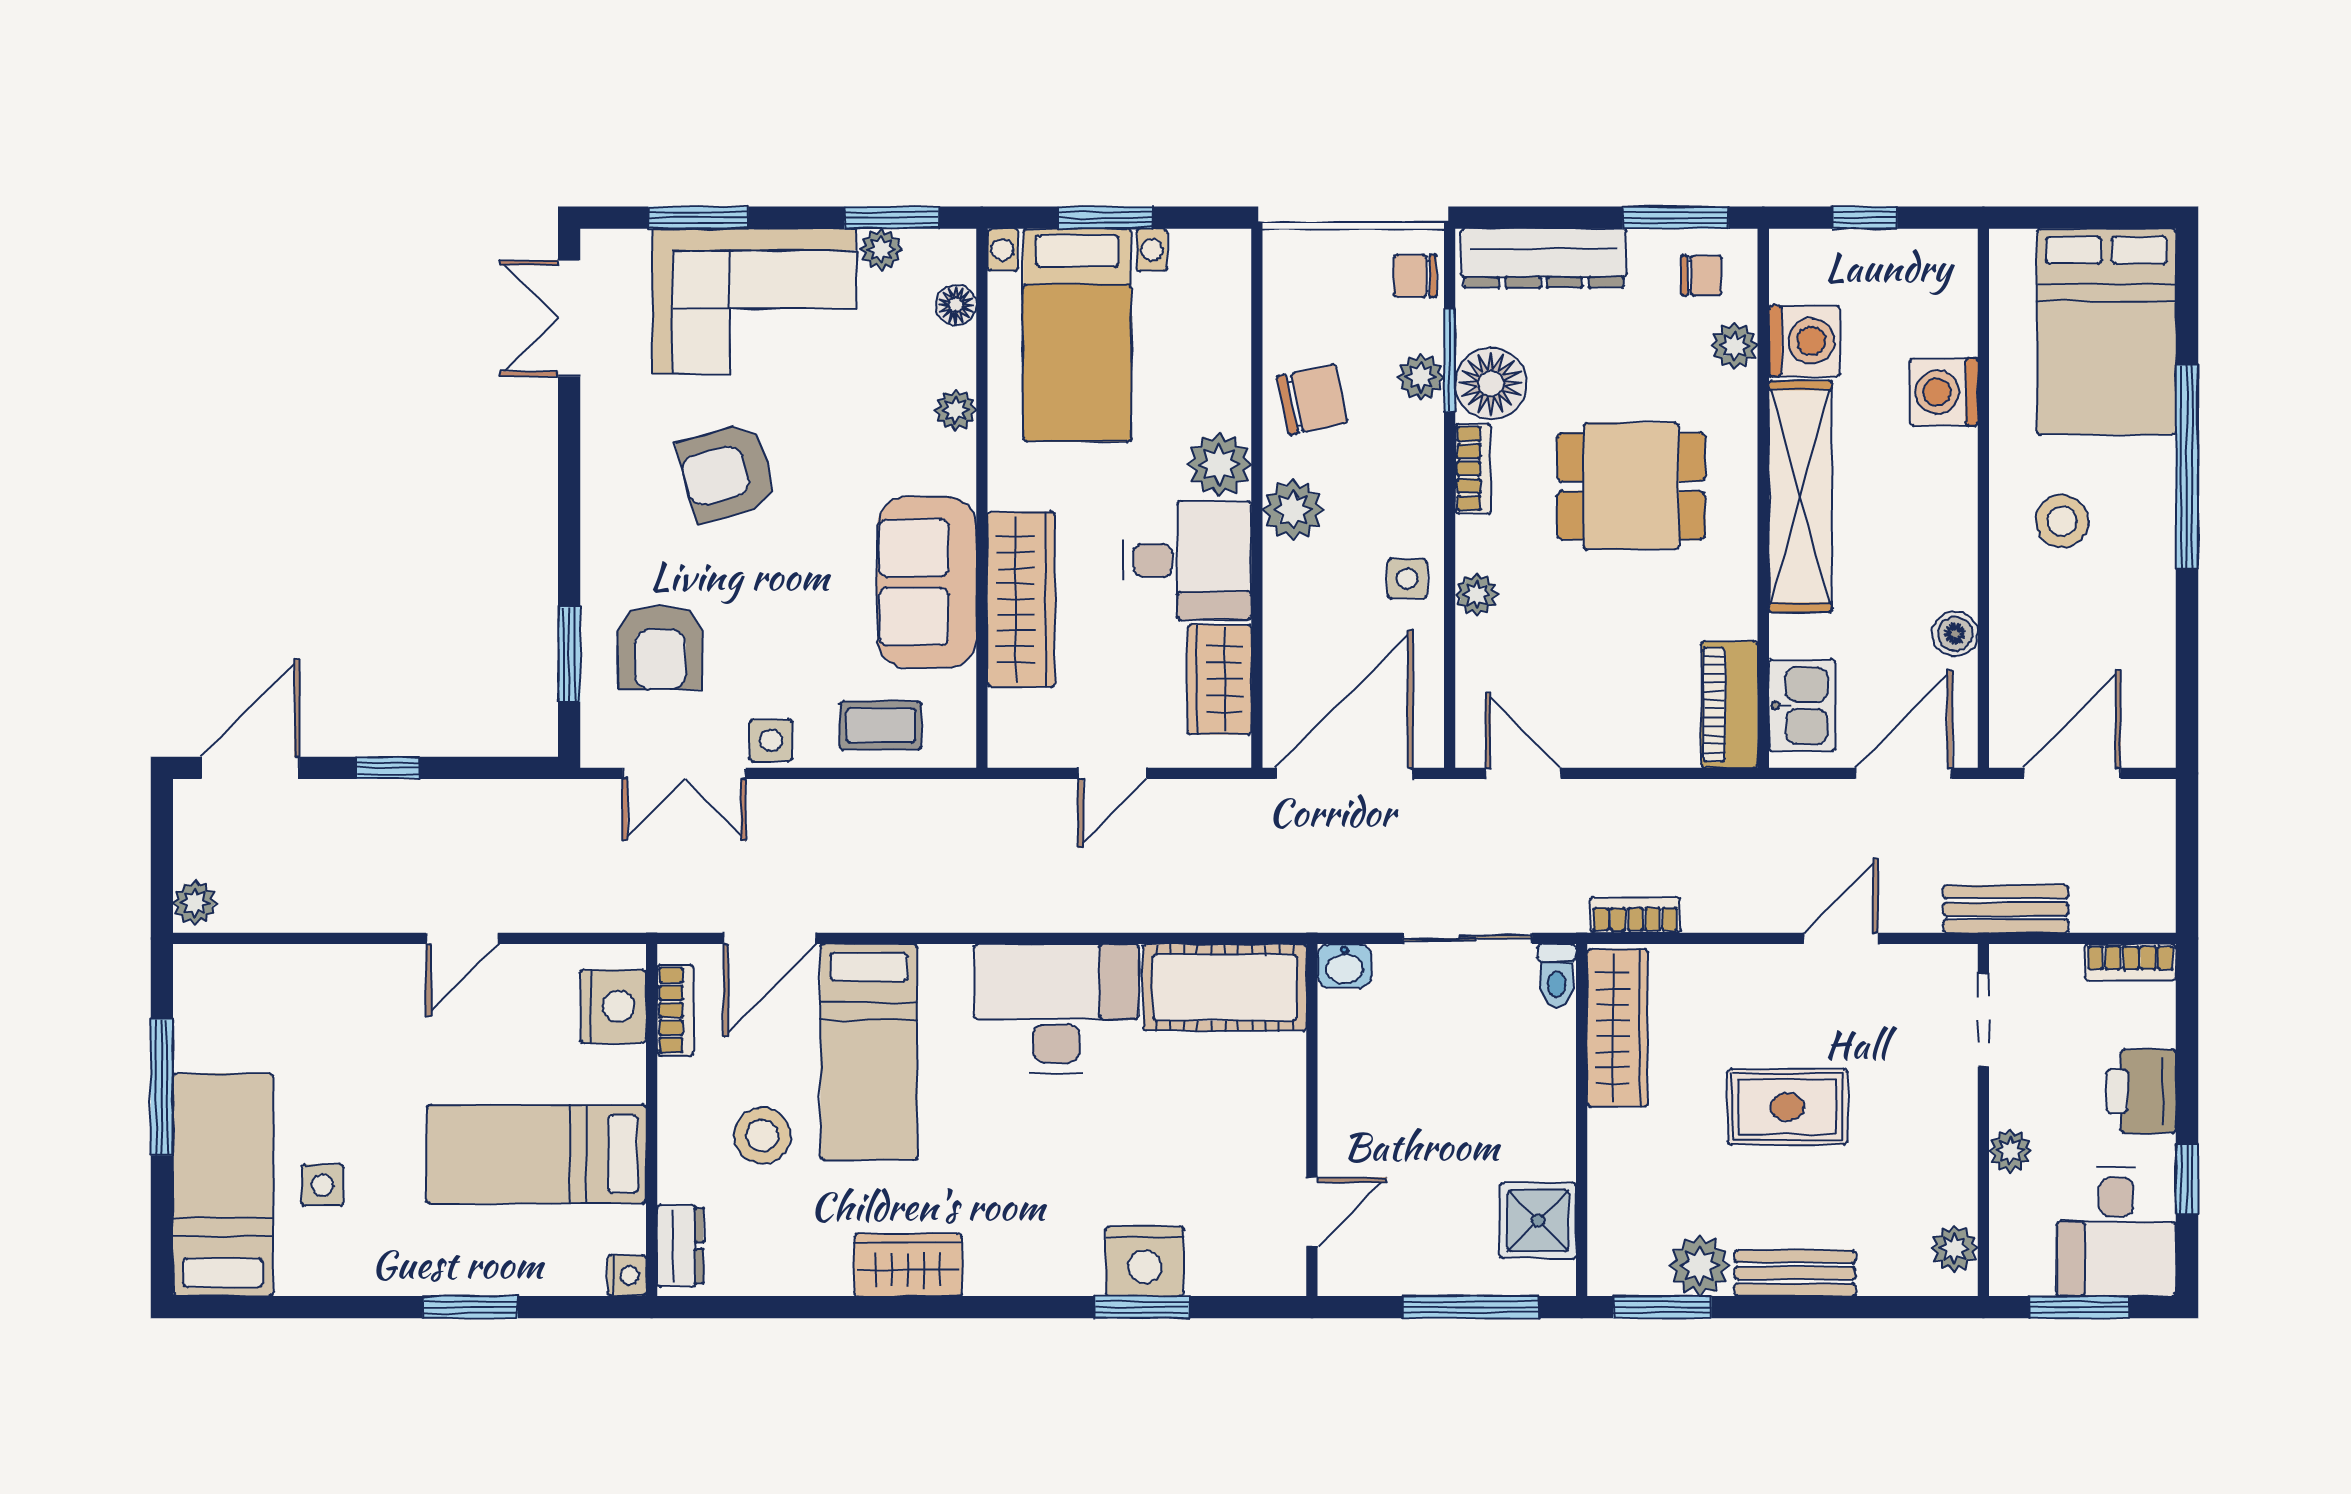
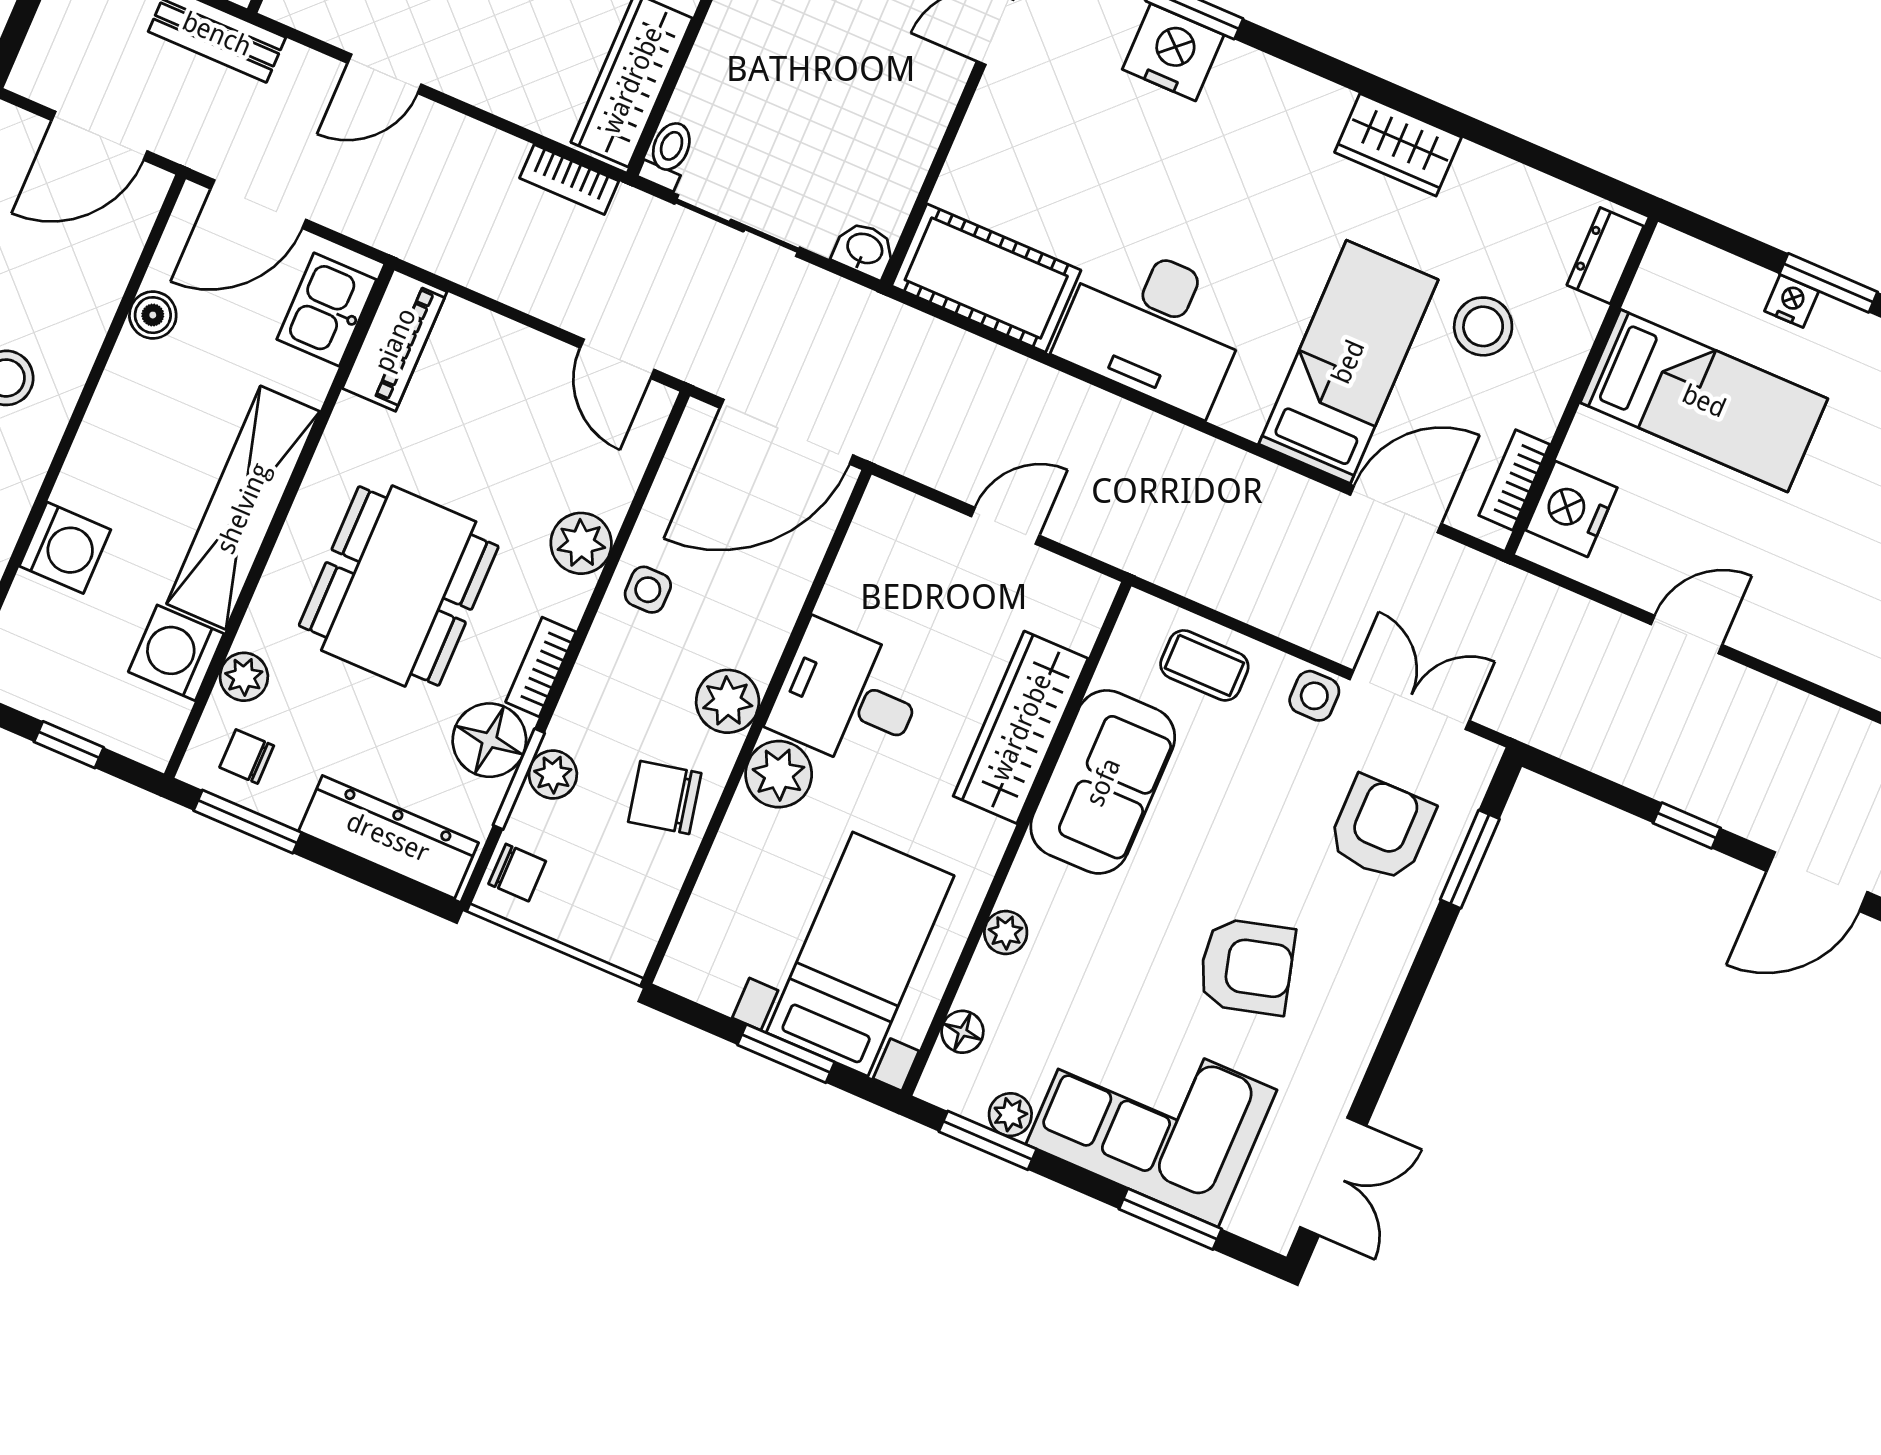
dining table: (1631, 486) -> (399, 586), width x1.38
plant: (1477, 595) -> (581, 543), width x1.38, depth x1.38
wardrobe: (1219, 679) -> (866, 571), removed
nightstand: (627, 1275) -> (1792, 301), moved, turned 90

